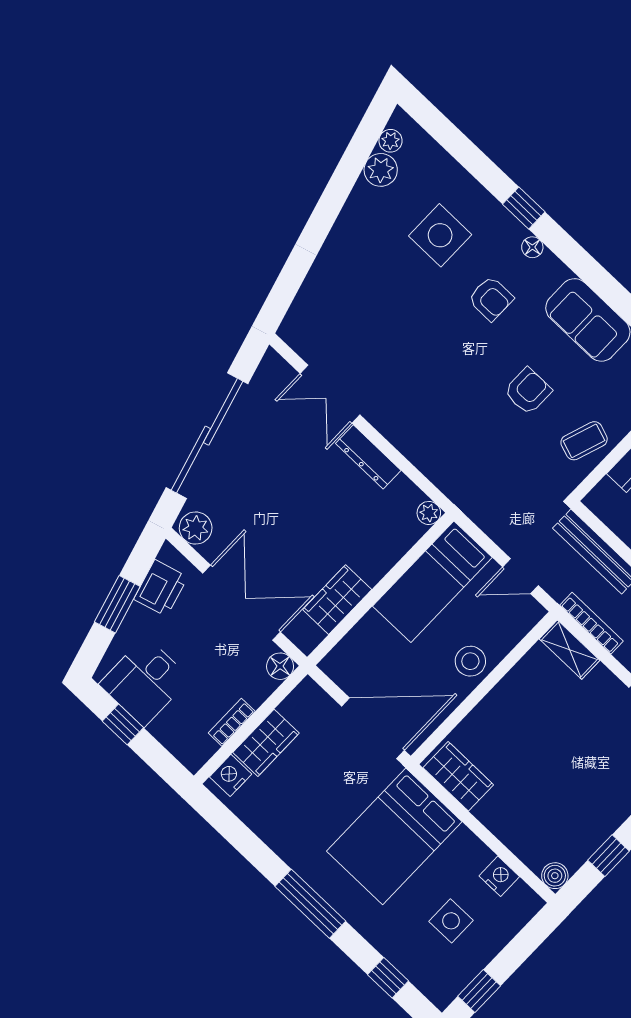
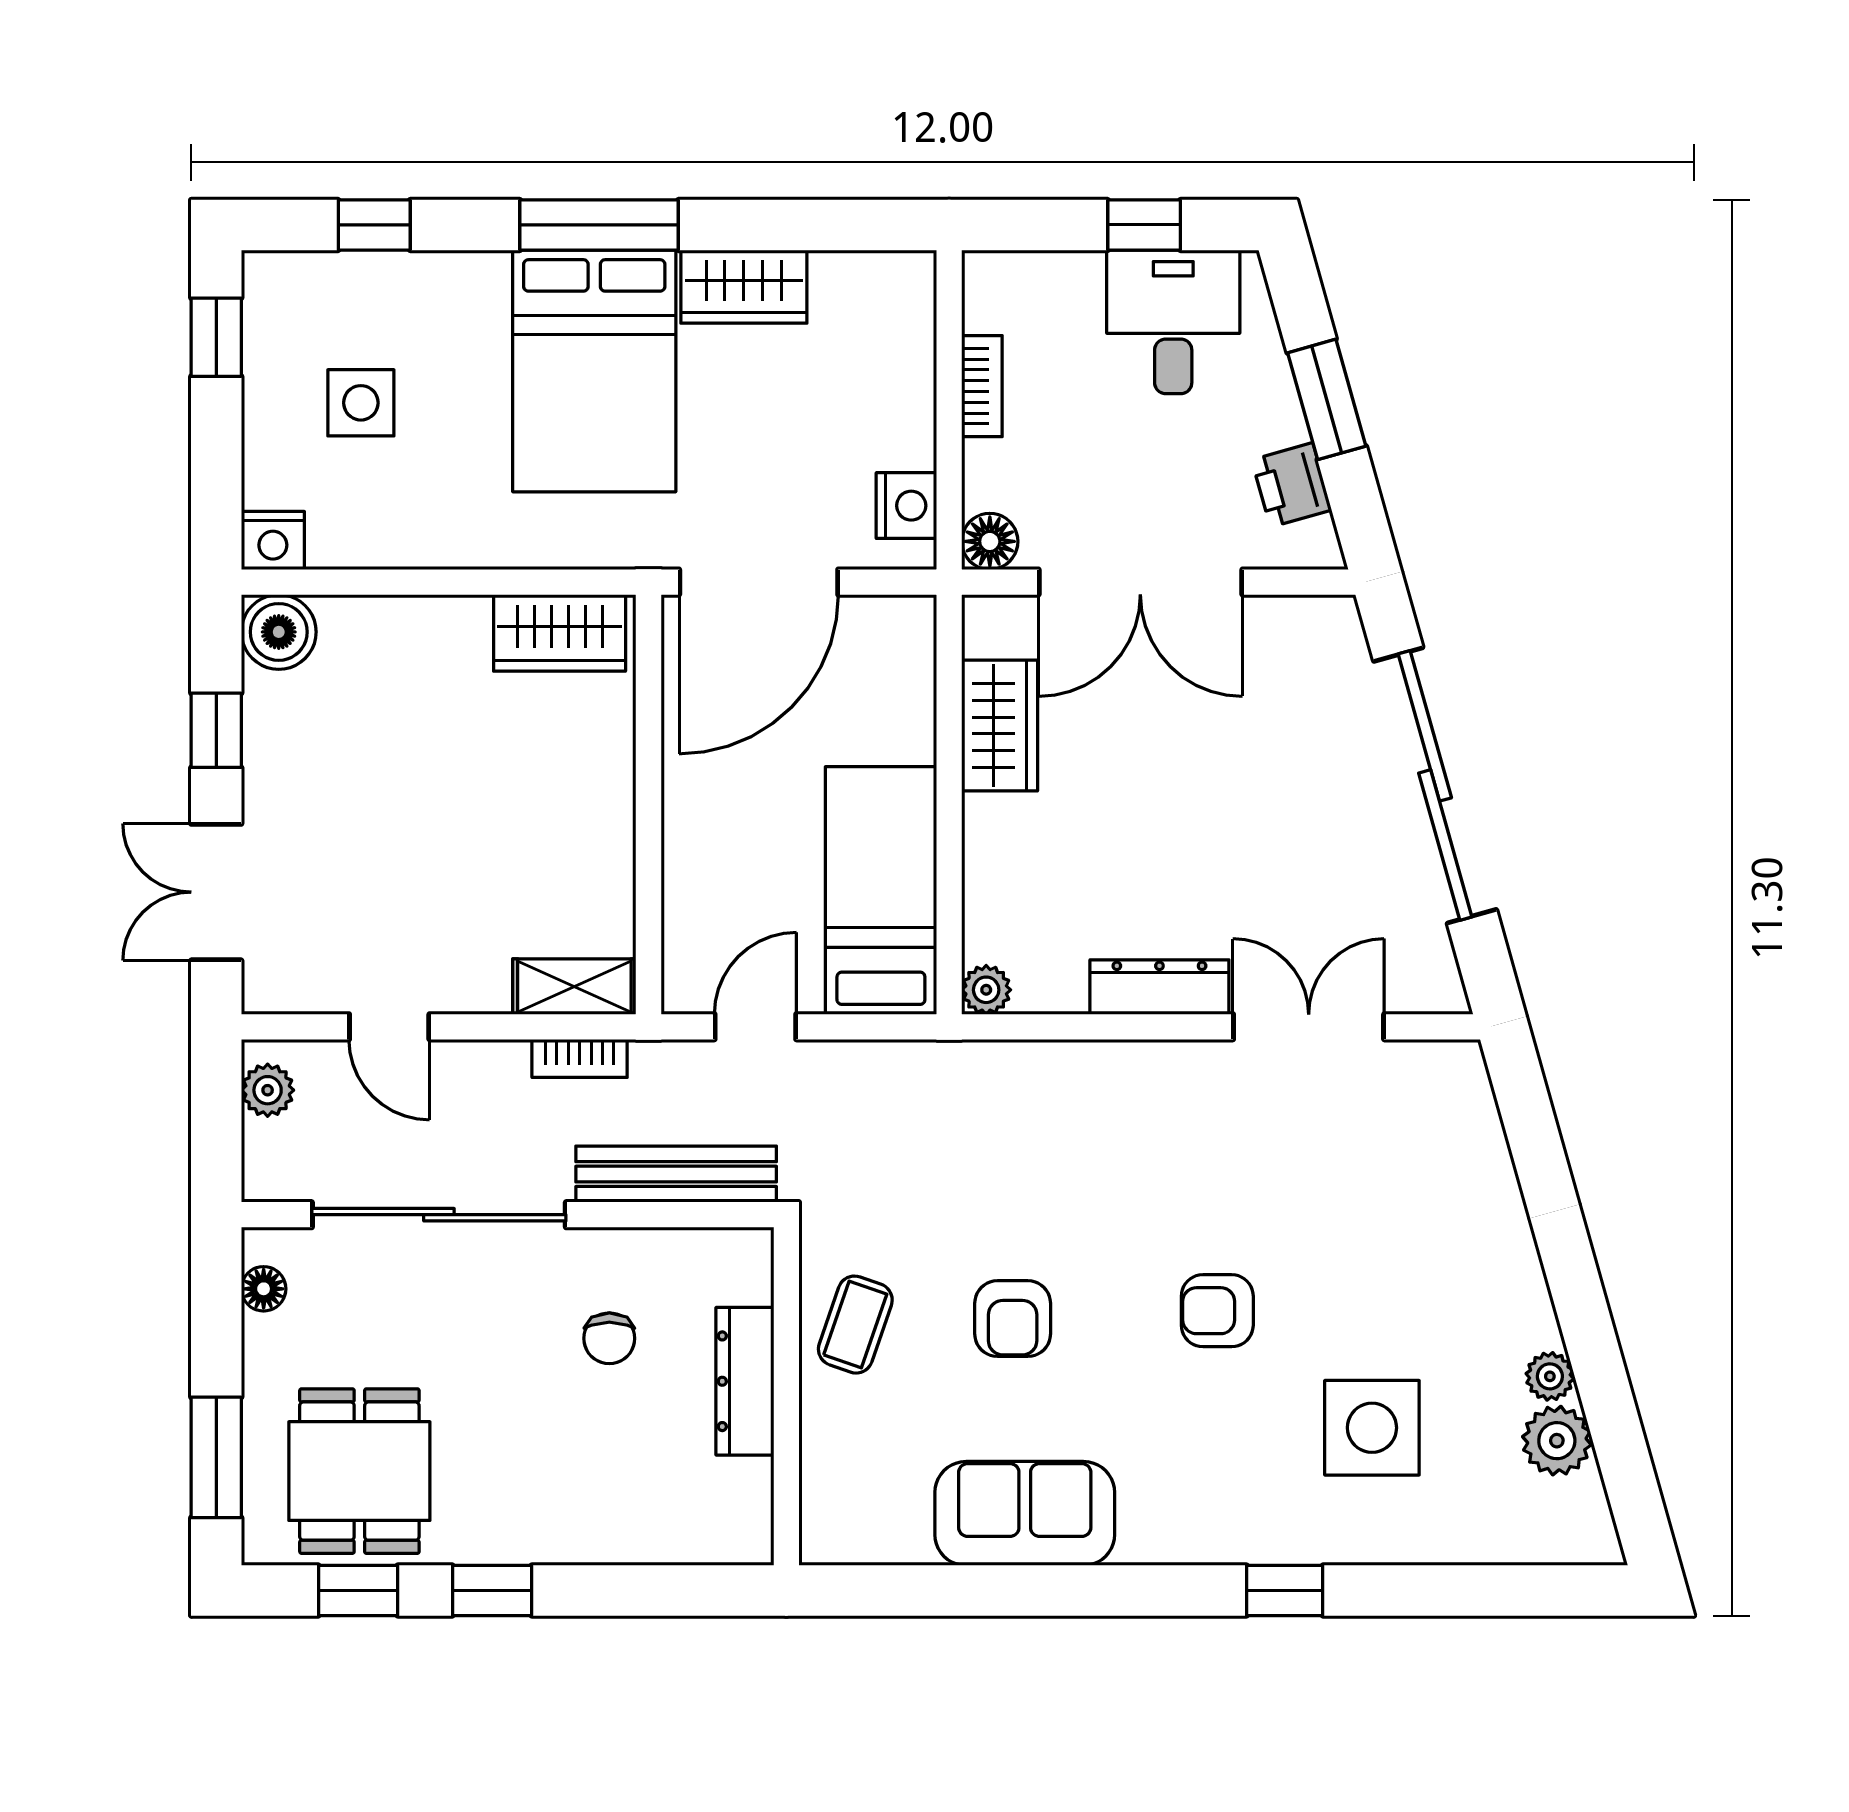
plant: (390, 141) -> (1550, 1376), moved
floor lamp: (532, 247) -> (1215, 1543), removed
armchair: (491, 299) -> (1217, 1311), moved
plant: (196, 528) -> (1318, 629), removed
printer: (161, 588) -> (1292, 485), width x0.73, depth x0.81
bookcase: (591, 623) -> (580, 1058), width x0.64
stool: (470, 661) -> (708, 825), removed
wardrobe: (266, 743) -> (744, 287), moved, turned -90
nightstand: (231, 775) -> (906, 506), moved
bed: (394, 836) -> (594, 371), moved, turned 180
nightstand: (499, 876) -> (273, 540), moved
boiler: (555, 876) -> (279, 632), width x1.36, depth x1.36

